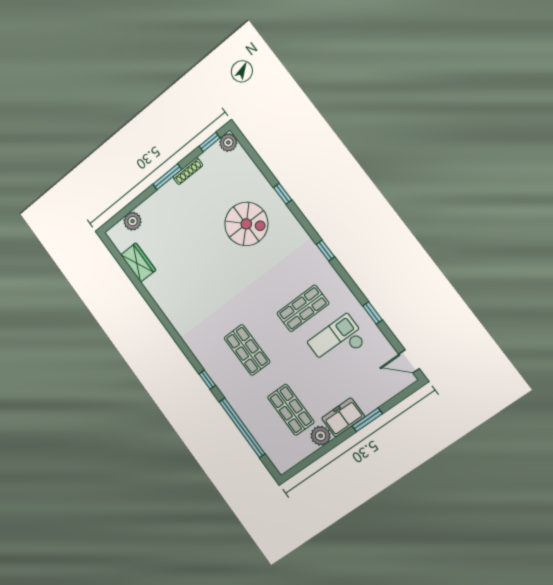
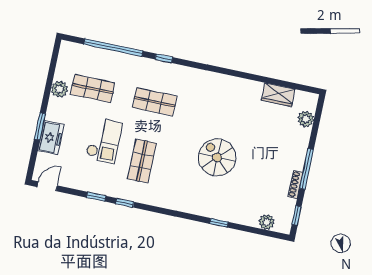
plant: (228, 142) -> (267, 222), moved
window: (167, 177) -> (307, 169), width x1.44
spiral stairs: (246, 224) -> (217, 157), moved, turned 90
window: (325, 250) -> (125, 203), moved
checkout: (337, 341) -> (104, 140), moved
freezer: (343, 417) -> (51, 138), moved

